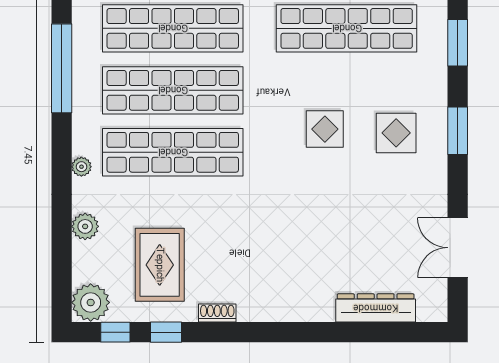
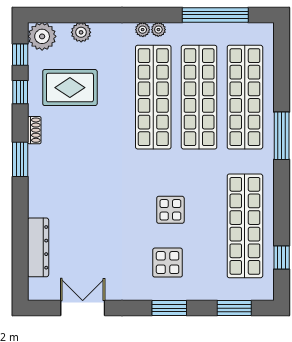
plant: (81, 145) -> (158, 30), added
plant: (85, 226) -> (81, 32), moved
window: (257, 332) -> (20, 159), added

